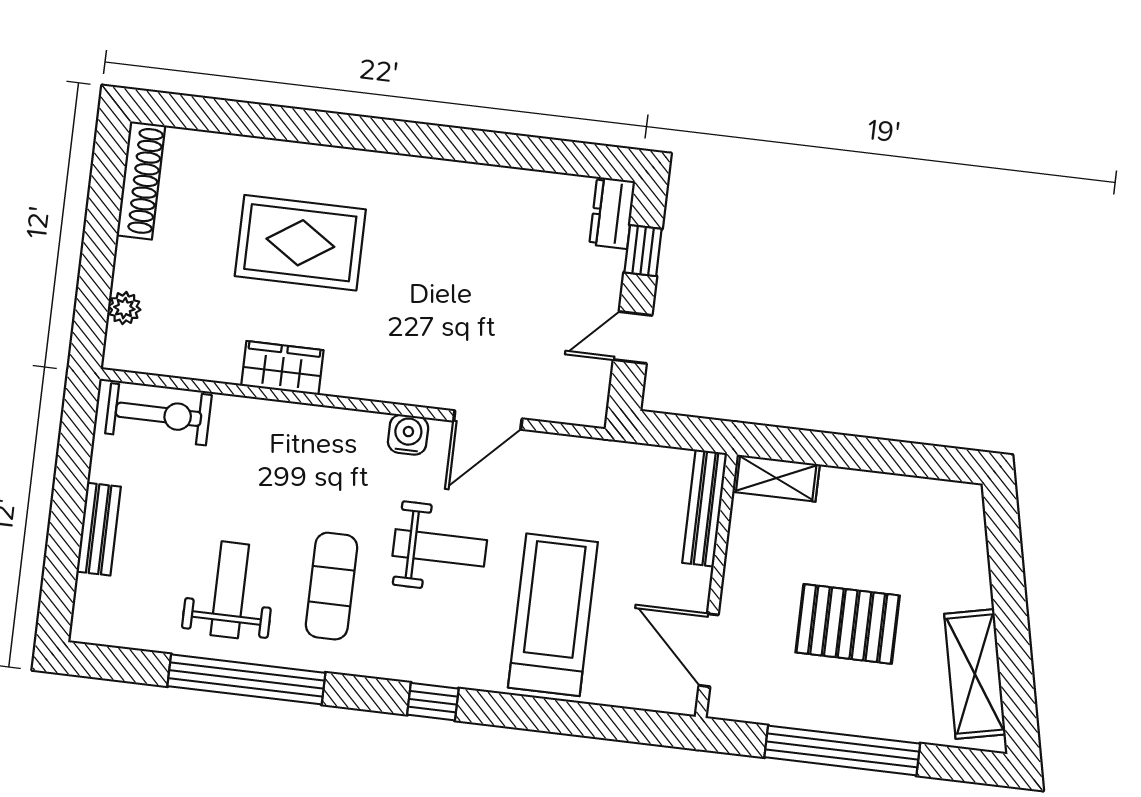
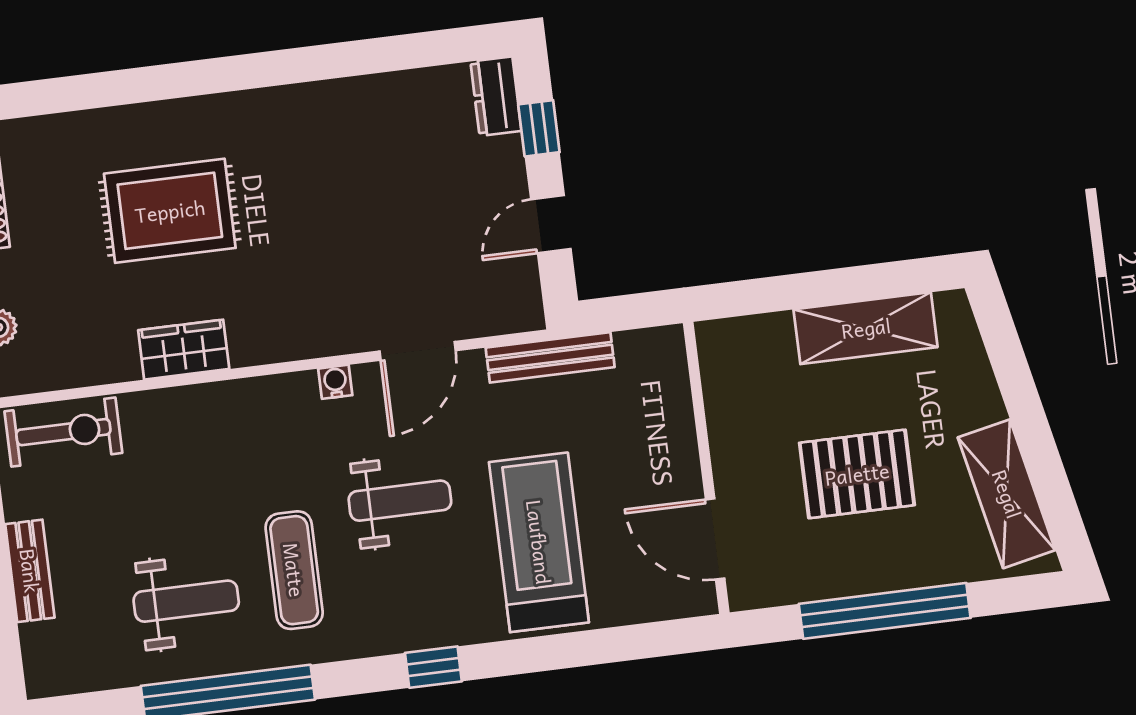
water cooler: (408, 435) -> (335, 382), width x0.72, depth x0.72
shelving: (776, 478) -> (866, 328), moved, width x1.50, depth x1.33
bench: (705, 508) -> (550, 357), moved, turned 90
weight bench: (230, 590) -> (186, 601), turned 90

